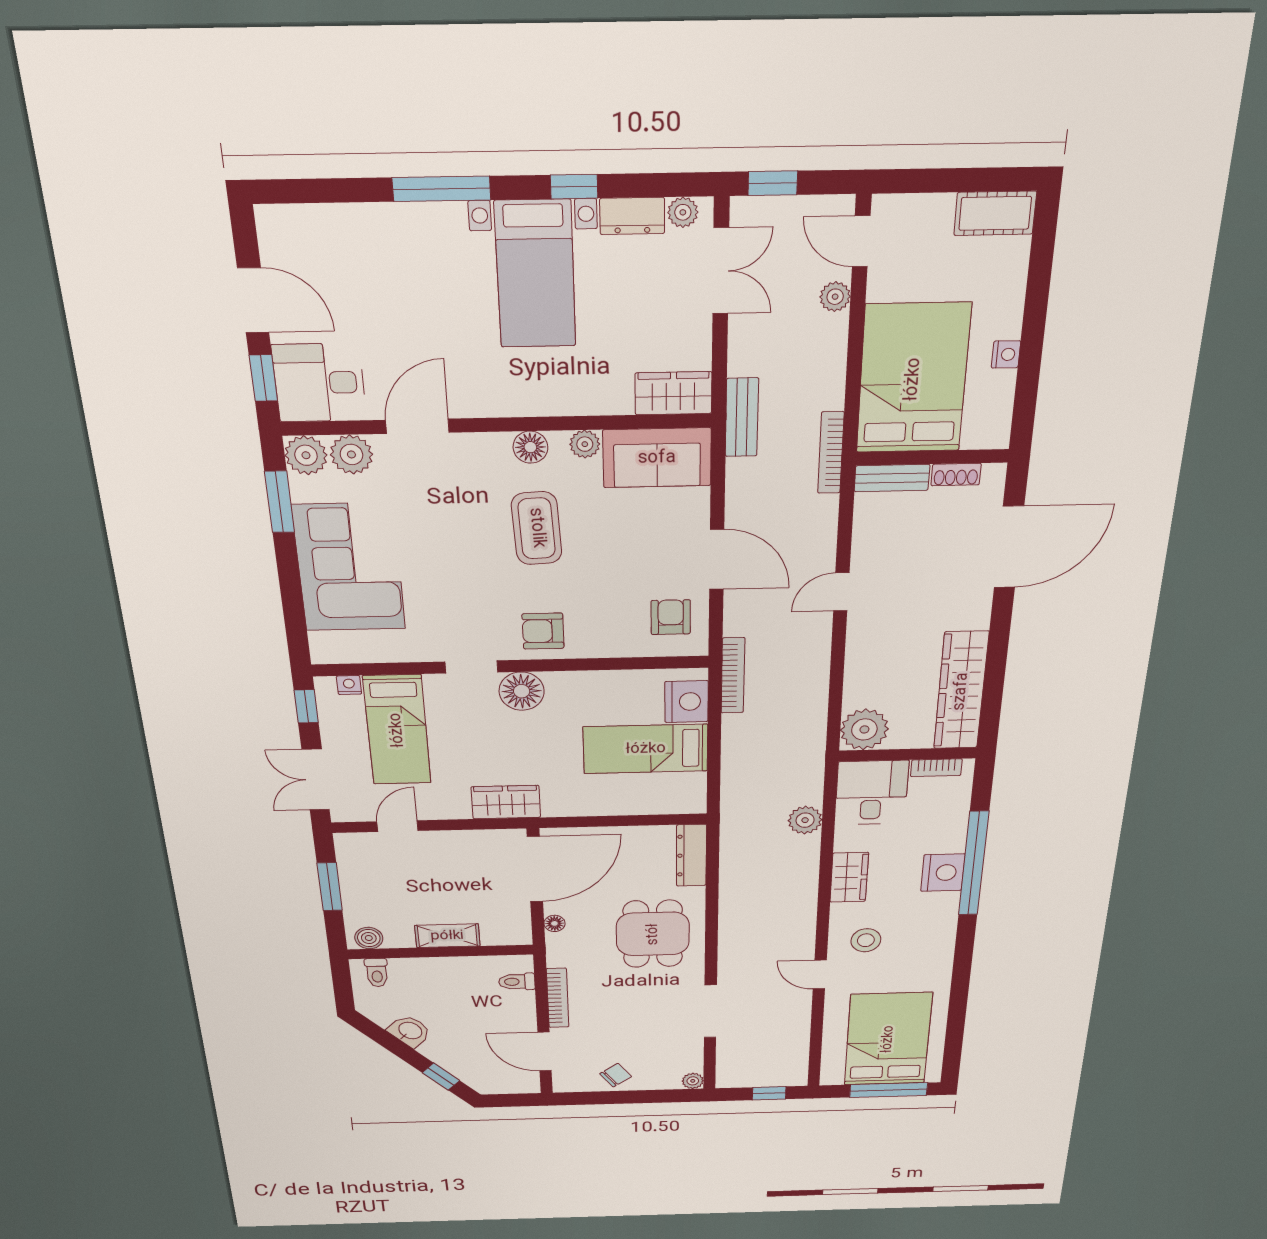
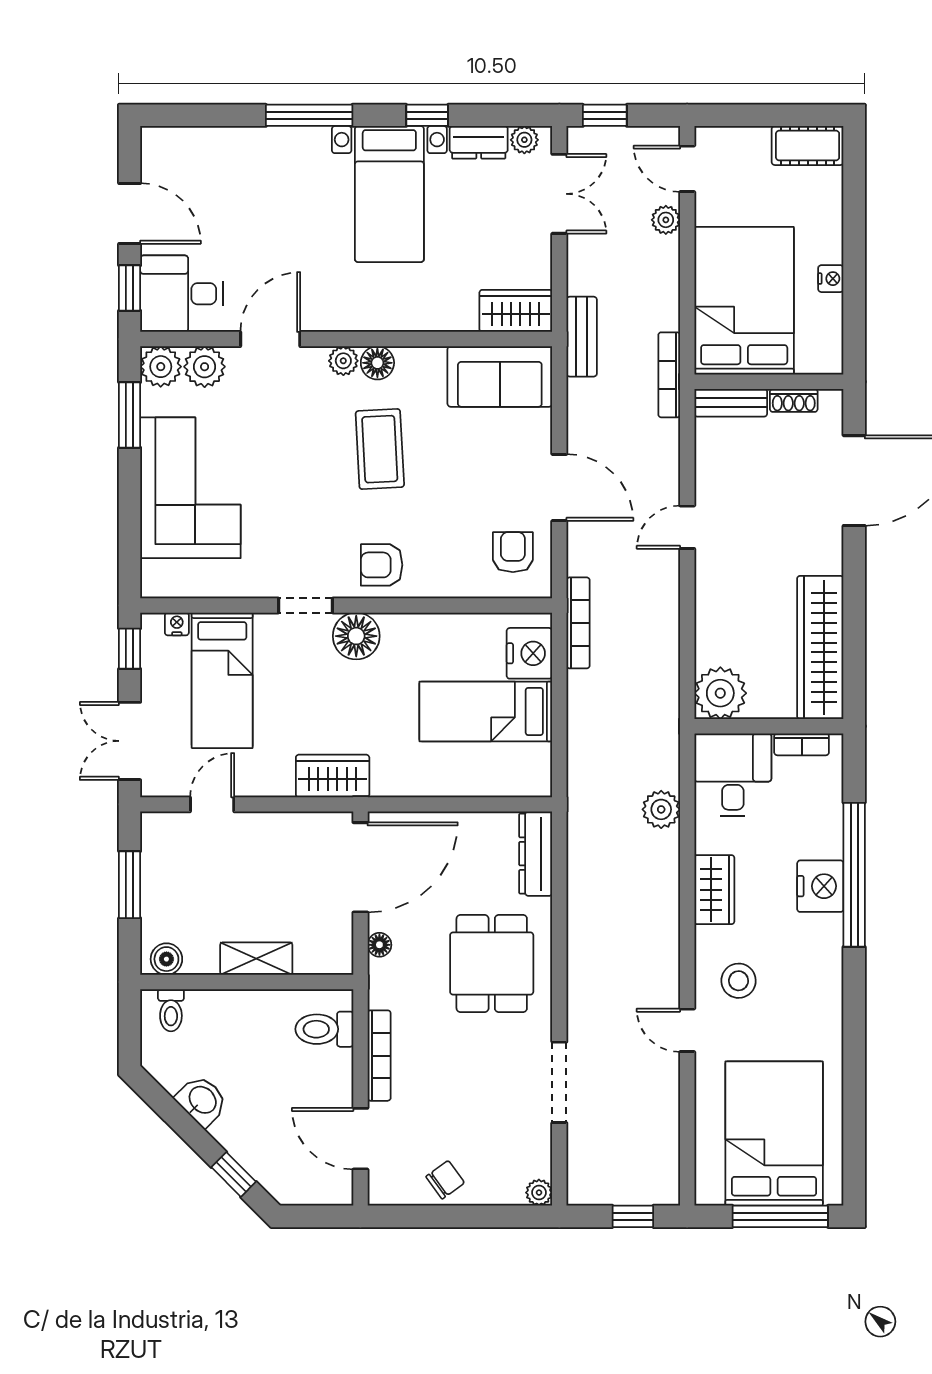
plant: (585, 444) -> (343, 361), moved
toilet: (517, 982) -> (324, 1029), width x1.37, depth x1.39

